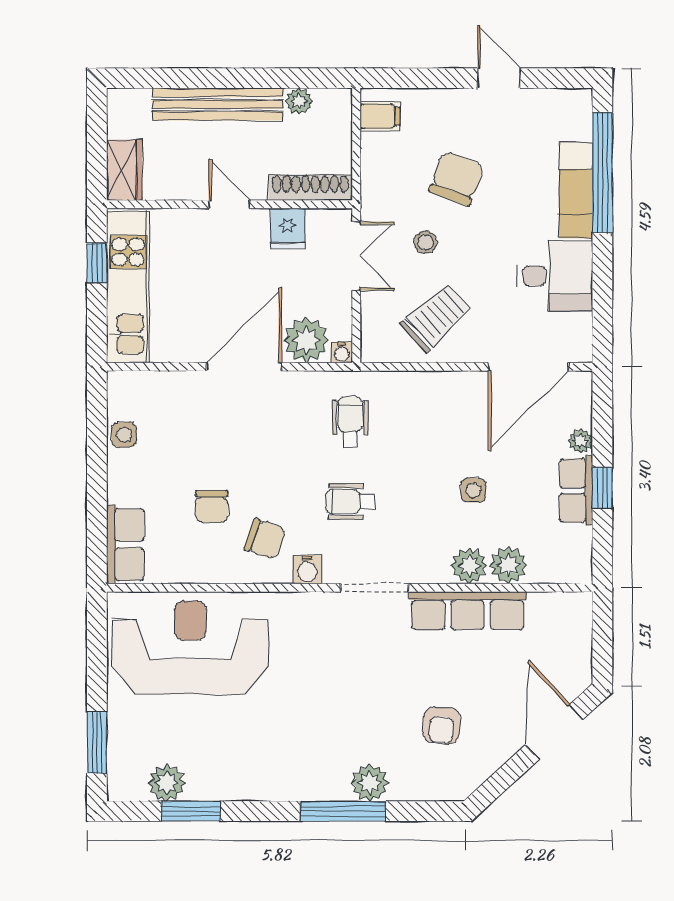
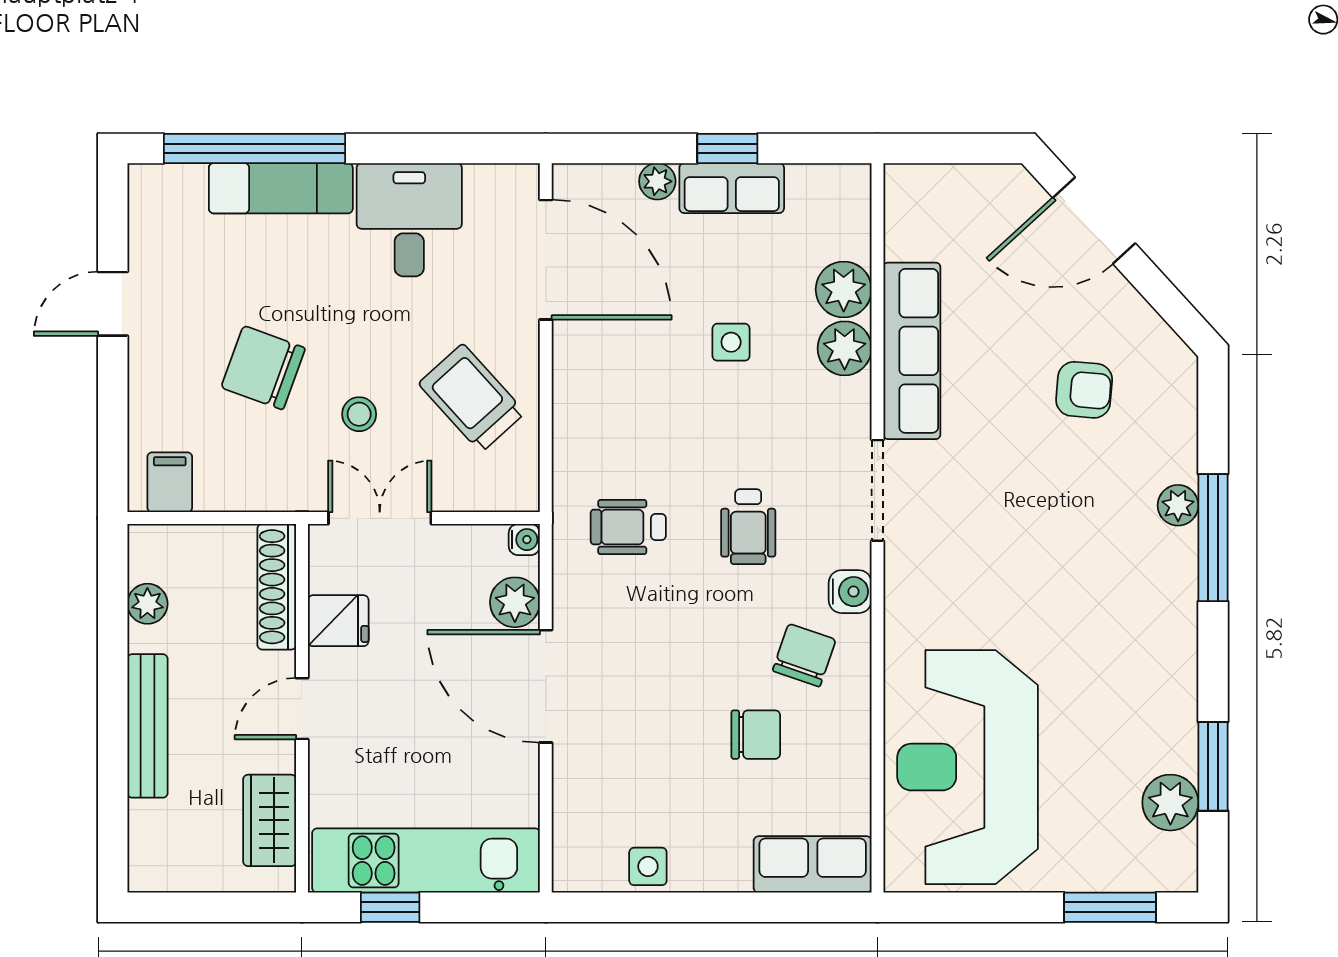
bench: (218, 104) -> (147, 726), width x0.73, depth x0.82
wardrobe: (124, 170) -> (270, 820), moved, turned -90
plant: (306, 340) -> (515, 602), width x0.73, depth x0.73
plant: (370, 783) -> (1178, 505), width x0.73, depth x0.73

